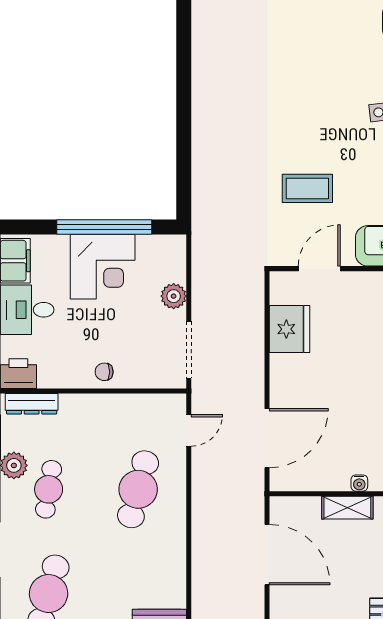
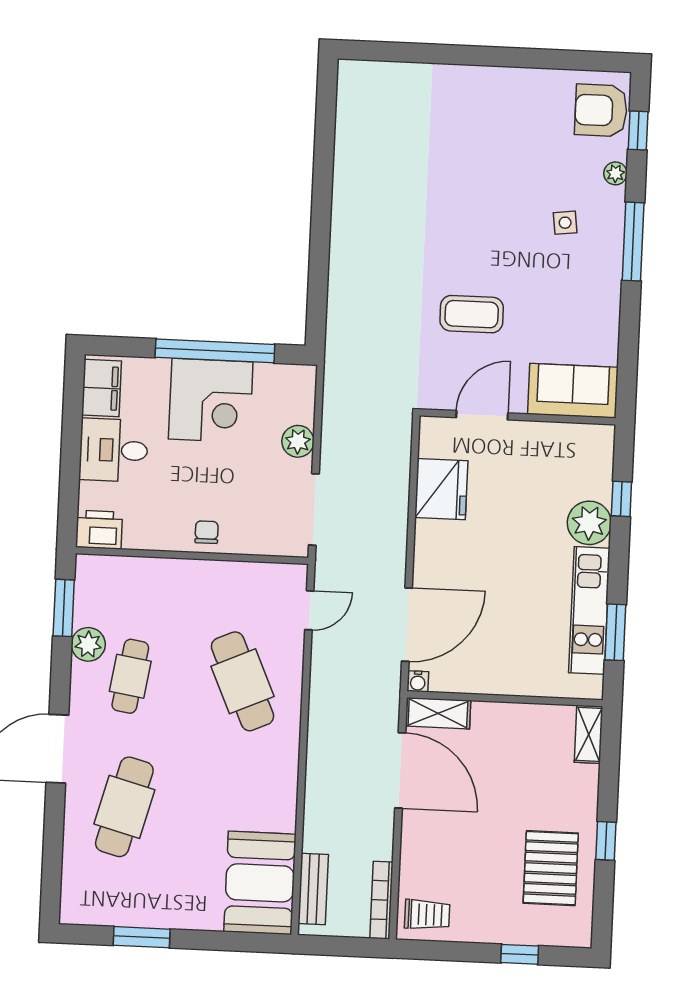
chair: (104, 372) -> (207, 532), turned 90
dresser: (32, 404) -> (114, 568), removed
water cooler: (359, 483) -> (418, 681), moved
cafe table: (138, 489) -> (242, 681), turned -39
shelving: (347, 508) -> (438, 713), moved

